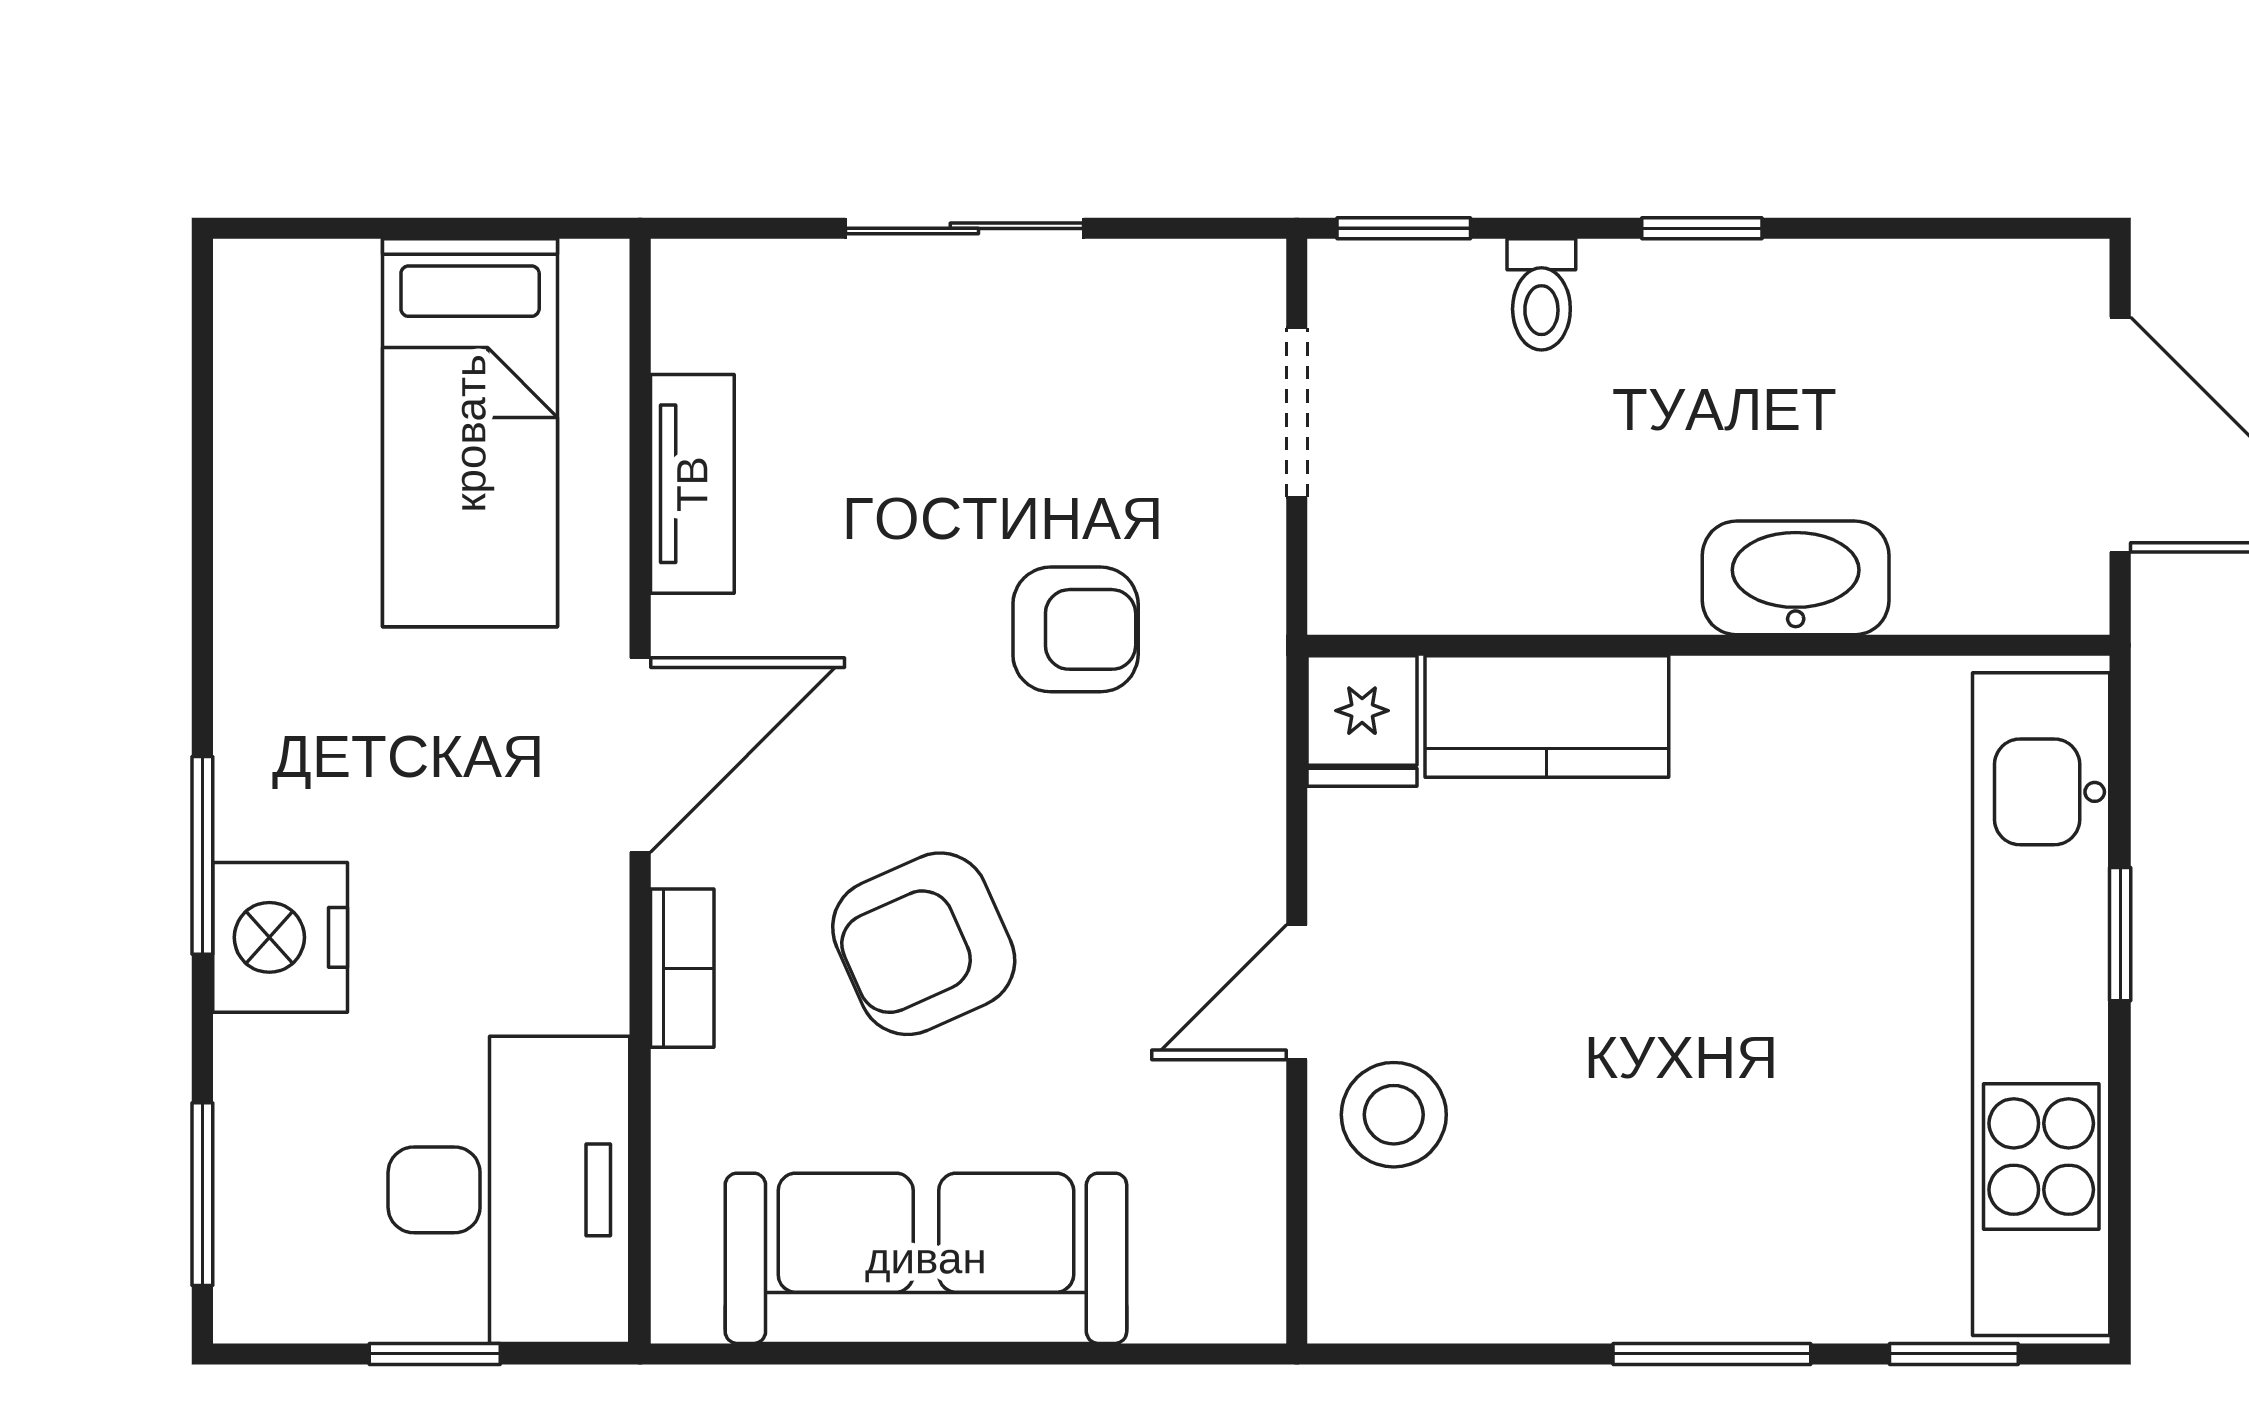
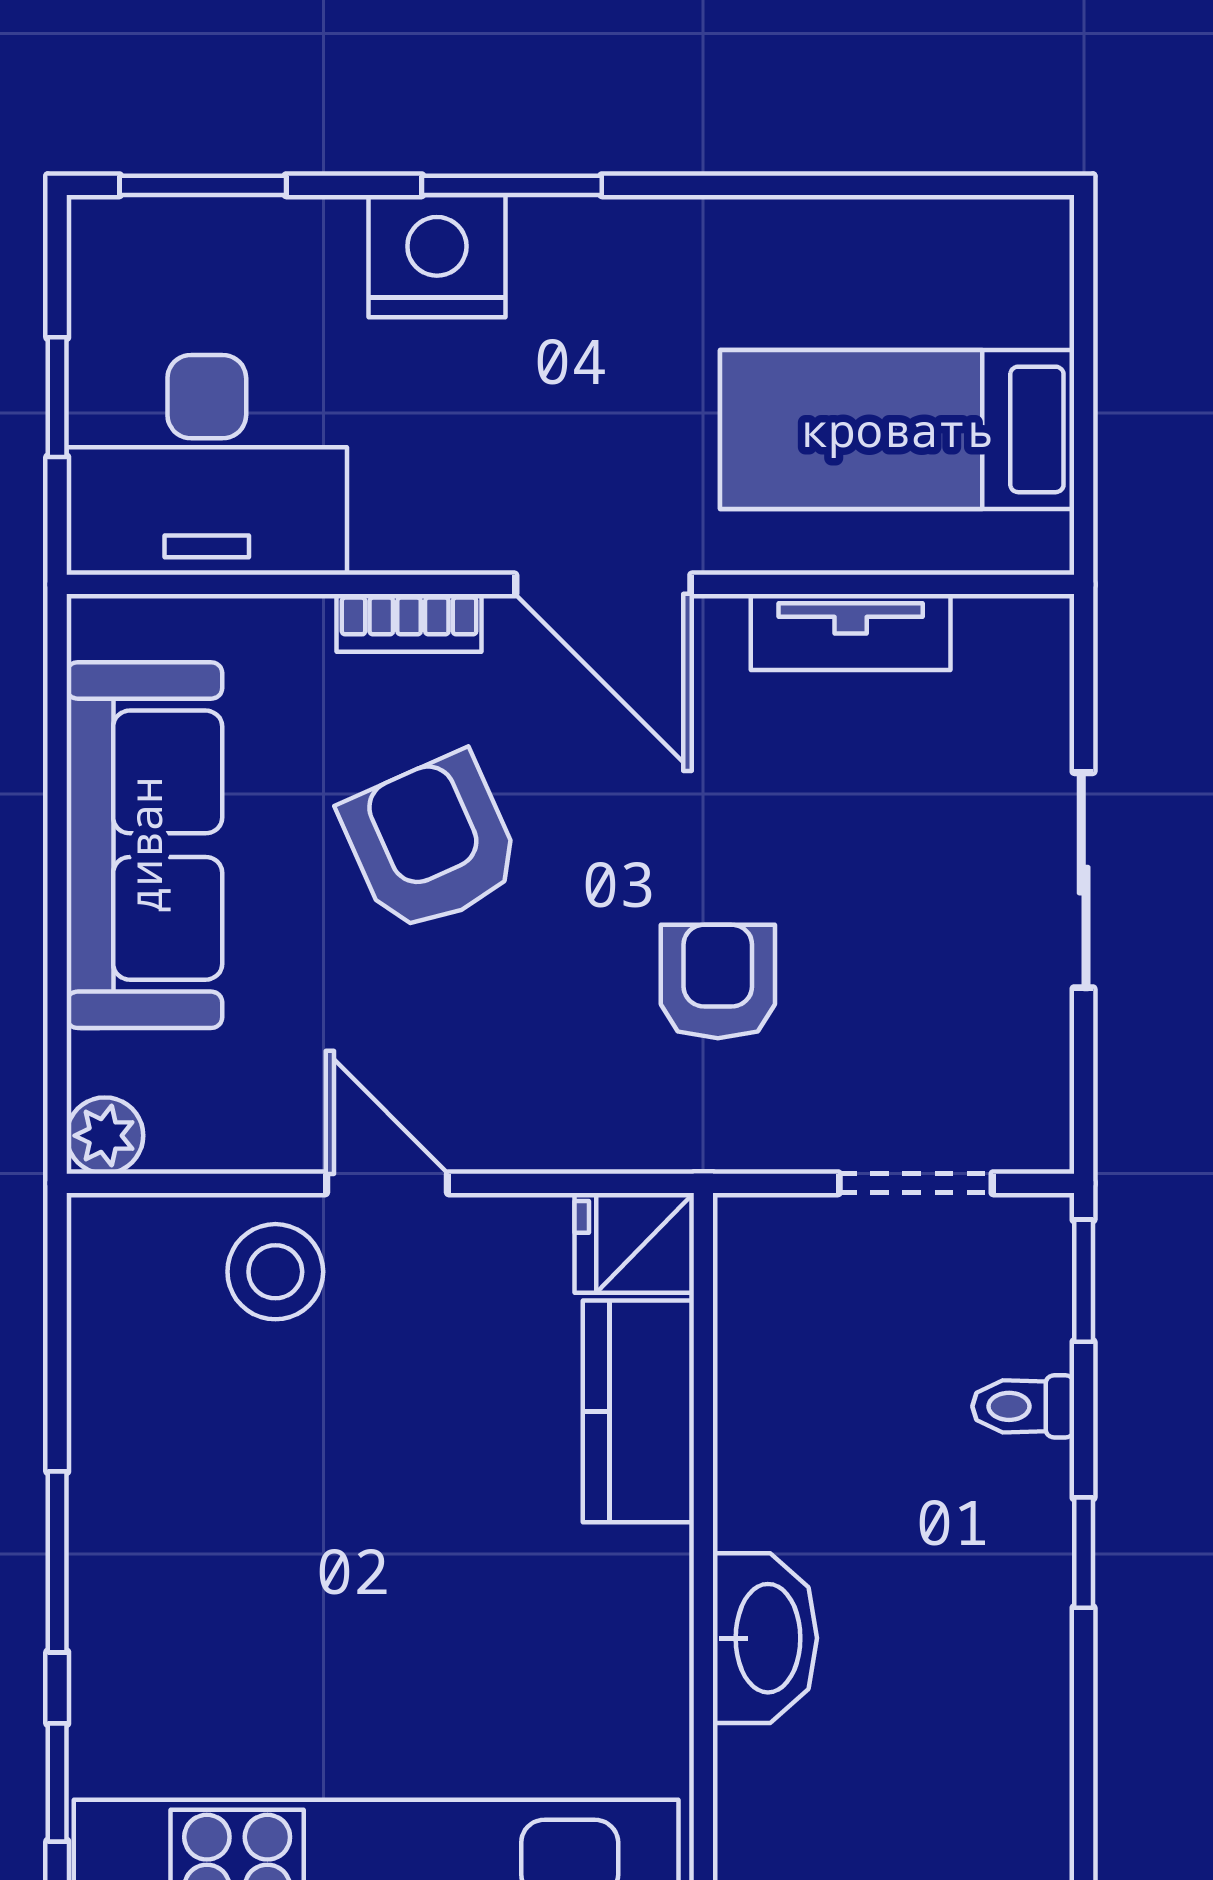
armchair: (1076, 629) -> (718, 982), turned 180
plant: (1244, 1302) -> (105, 1136), added

